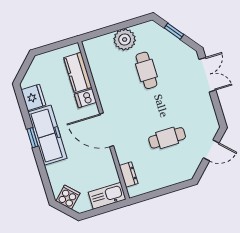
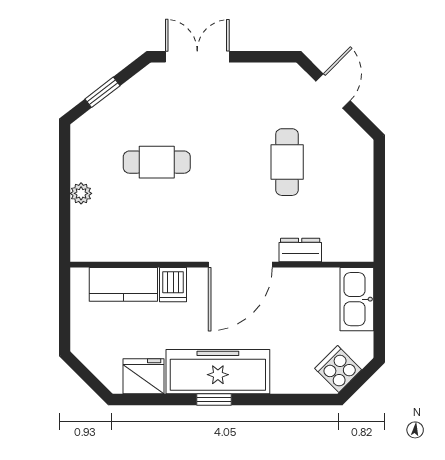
plant: (125, 39) -> (81, 193), width x0.53, depth x0.53
dresser: (129, 174) -> (300, 250), moved

